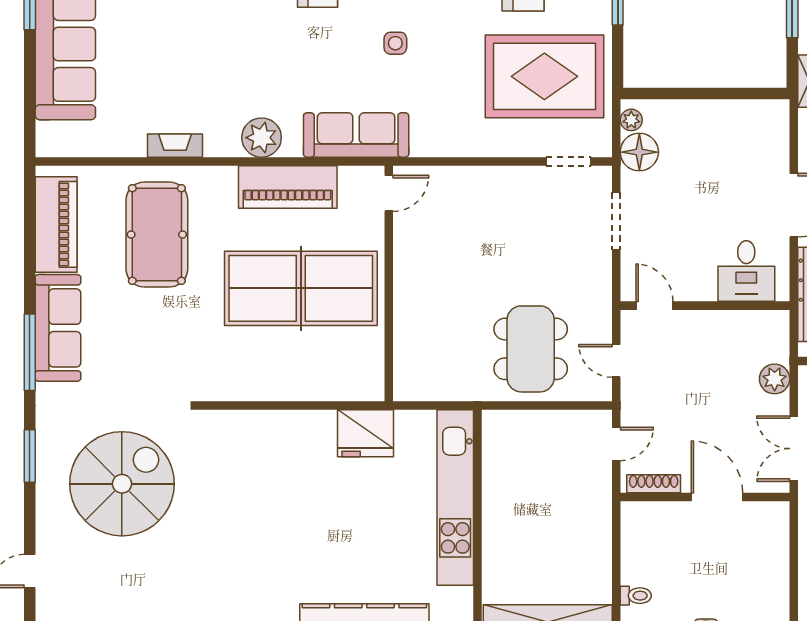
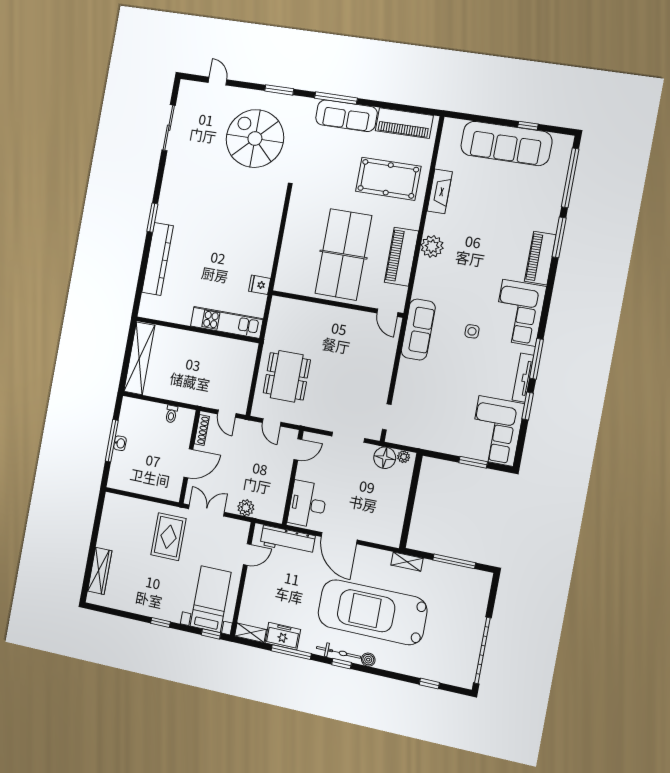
rug: (544, 76) -> (437, 412), removed
sofa: (356, 135) -> (418, 330), moved
fireplace: (175, 146) -> (440, 191), width x1.37, depth x1.32
desk: (746, 271) -> (308, 504), width x1.37
dining table: (531, 349) -> (287, 376), turned 90
door: (616, 361) -> (272, 422), swing flipped
fridge: (366, 433) -> (260, 285), width x0.53, depth x0.75
spiral stairs: (122, 484) -> (255, 139), turned 180
kitchen unit: (455, 497) -> (227, 322), width x0.73
toilet: (636, 596) -> (171, 414), moved

